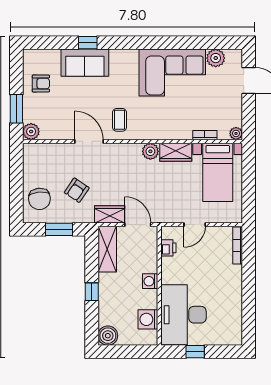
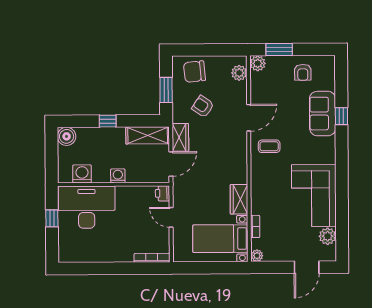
plant: (150, 151) -> (239, 73), moved
printer: (168, 248) -> (163, 193), moved, turned 90

